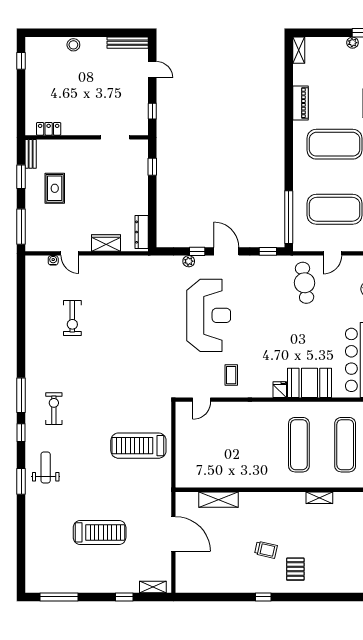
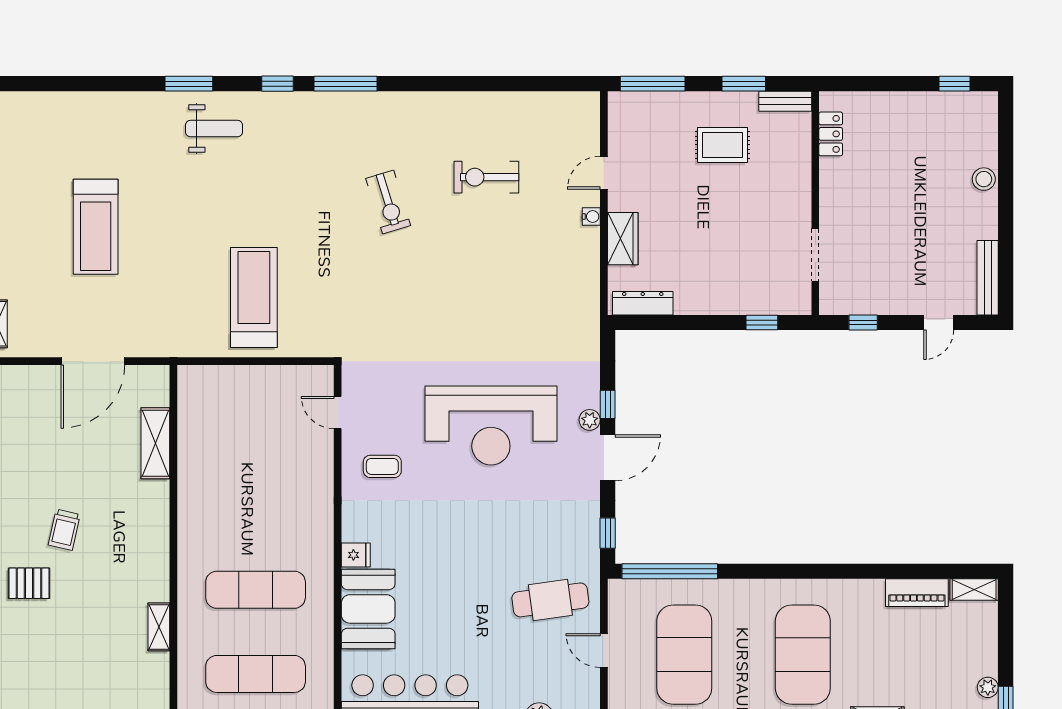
piano: (301, 103) -> (917, 593), moved
water cooler: (53, 260) -> (591, 217), moved
plant: (189, 261) -> (590, 420), moved
exercise bike: (54, 409) -> (388, 202), moved, turned 73

